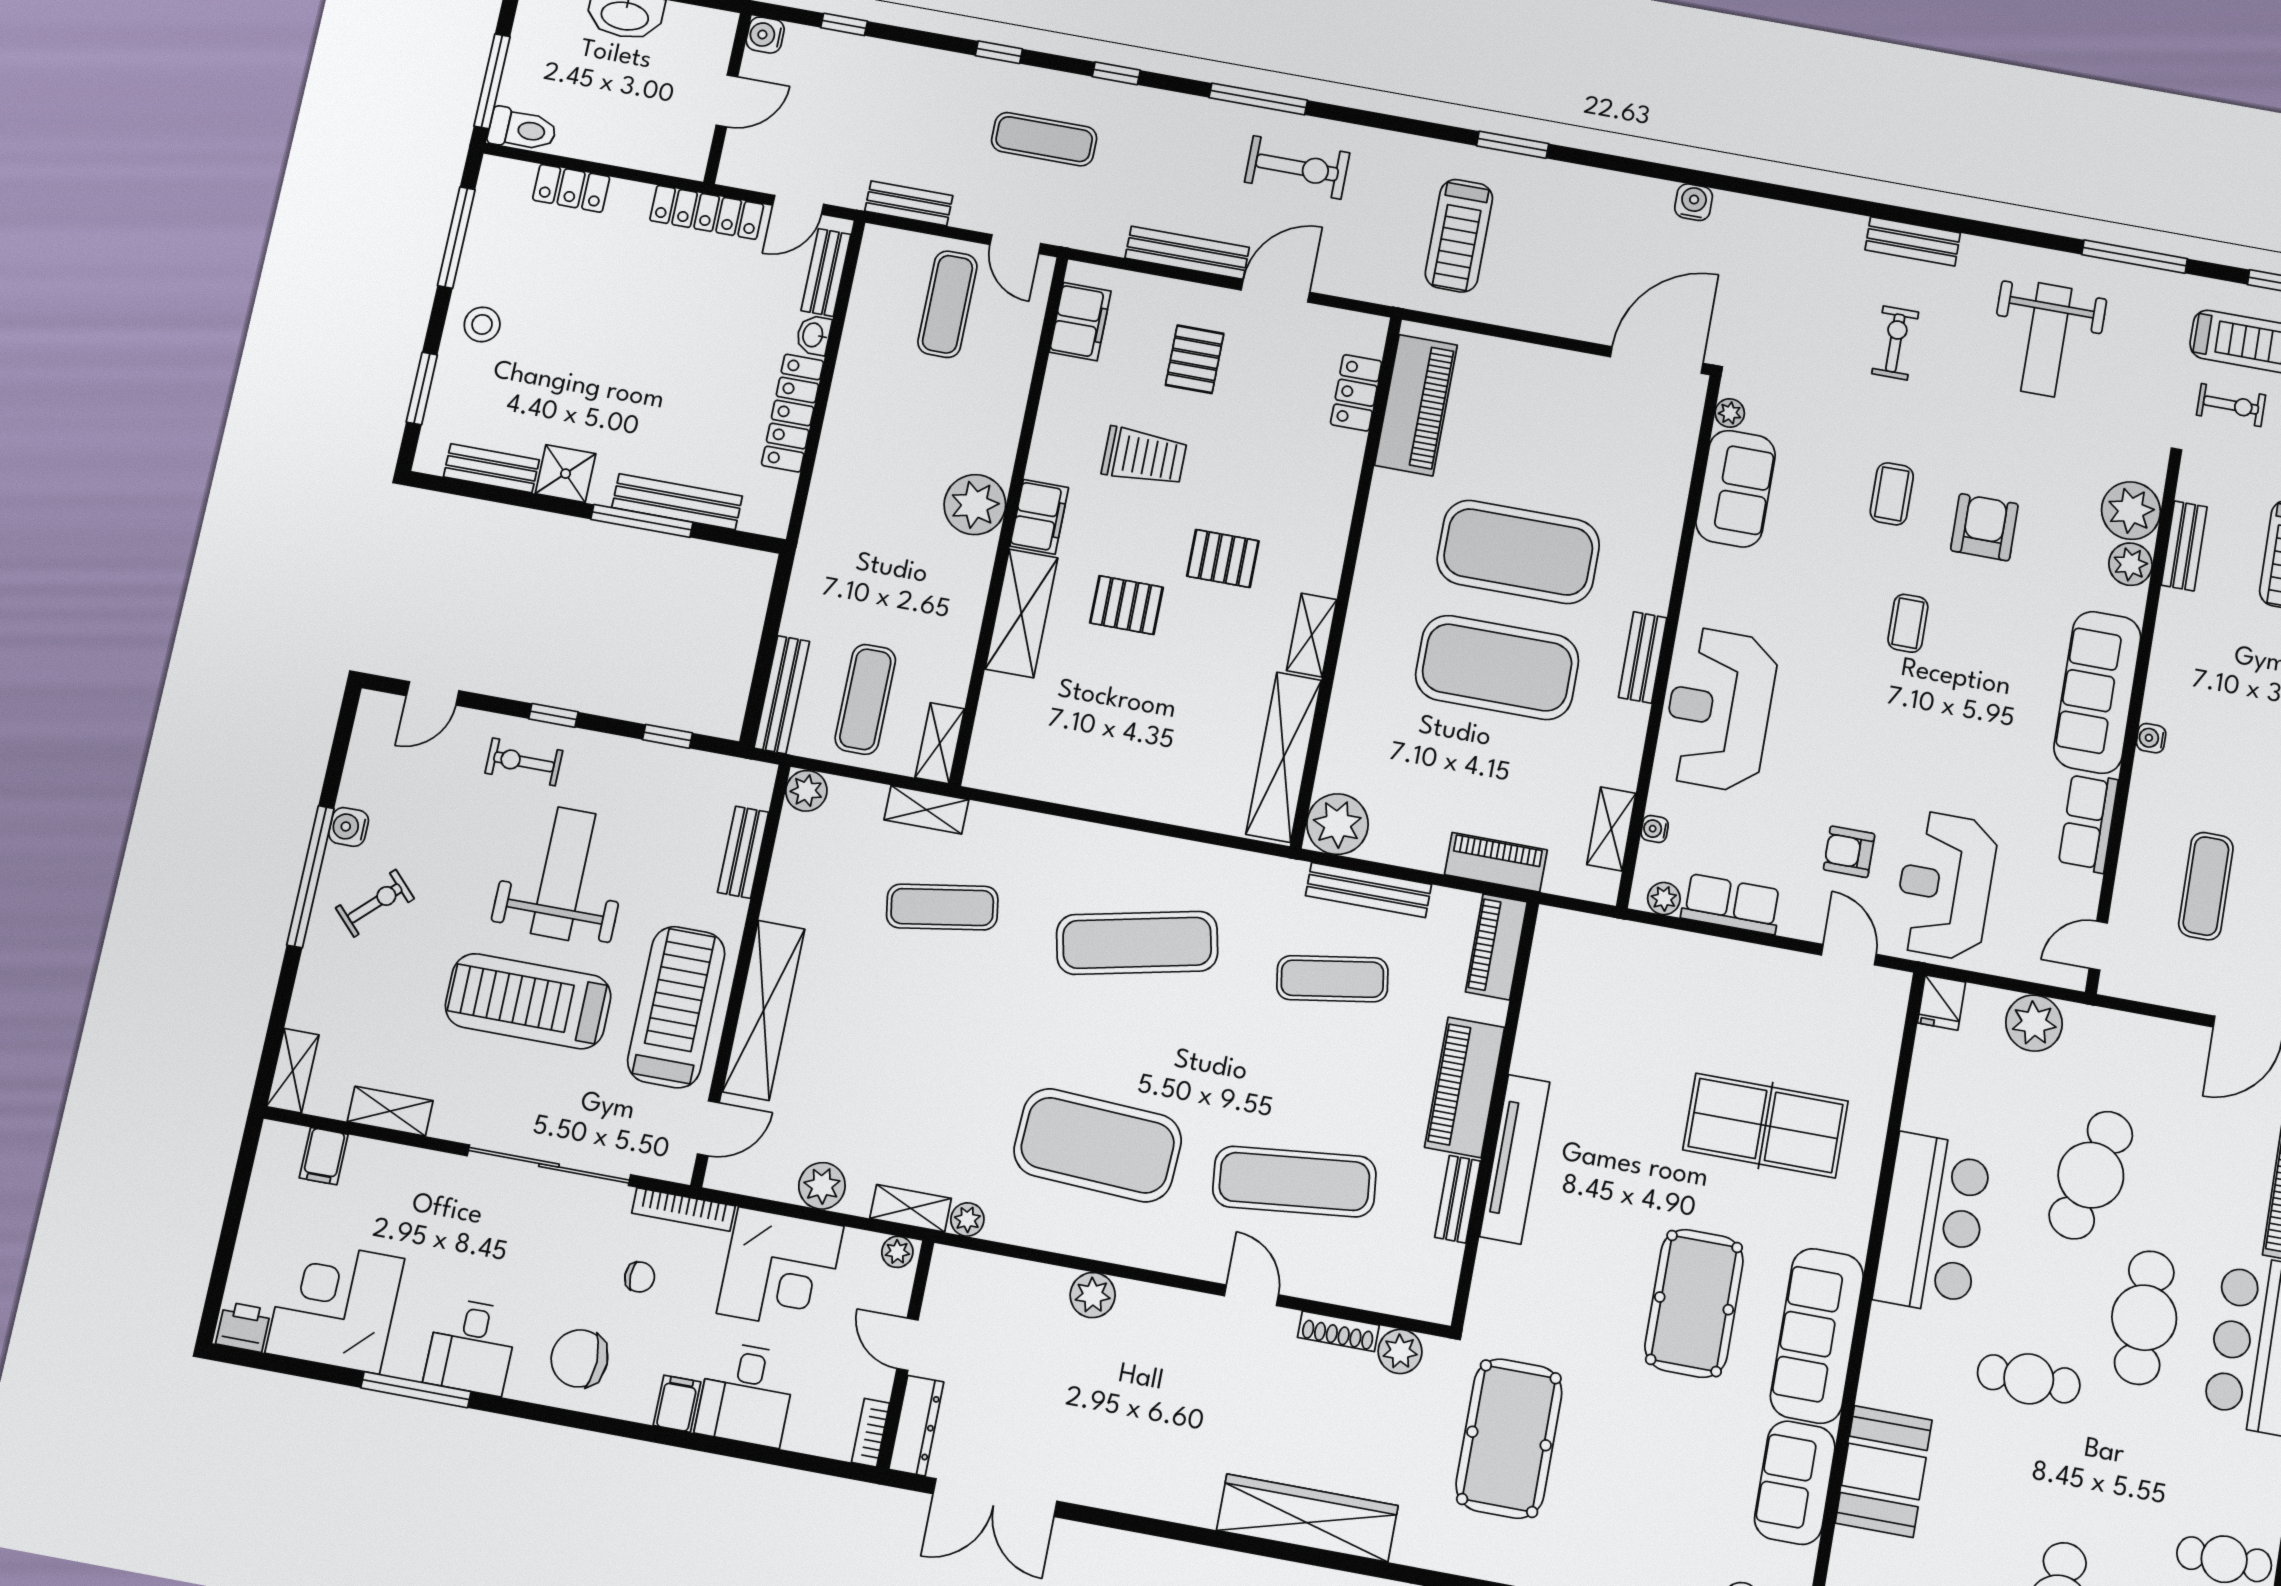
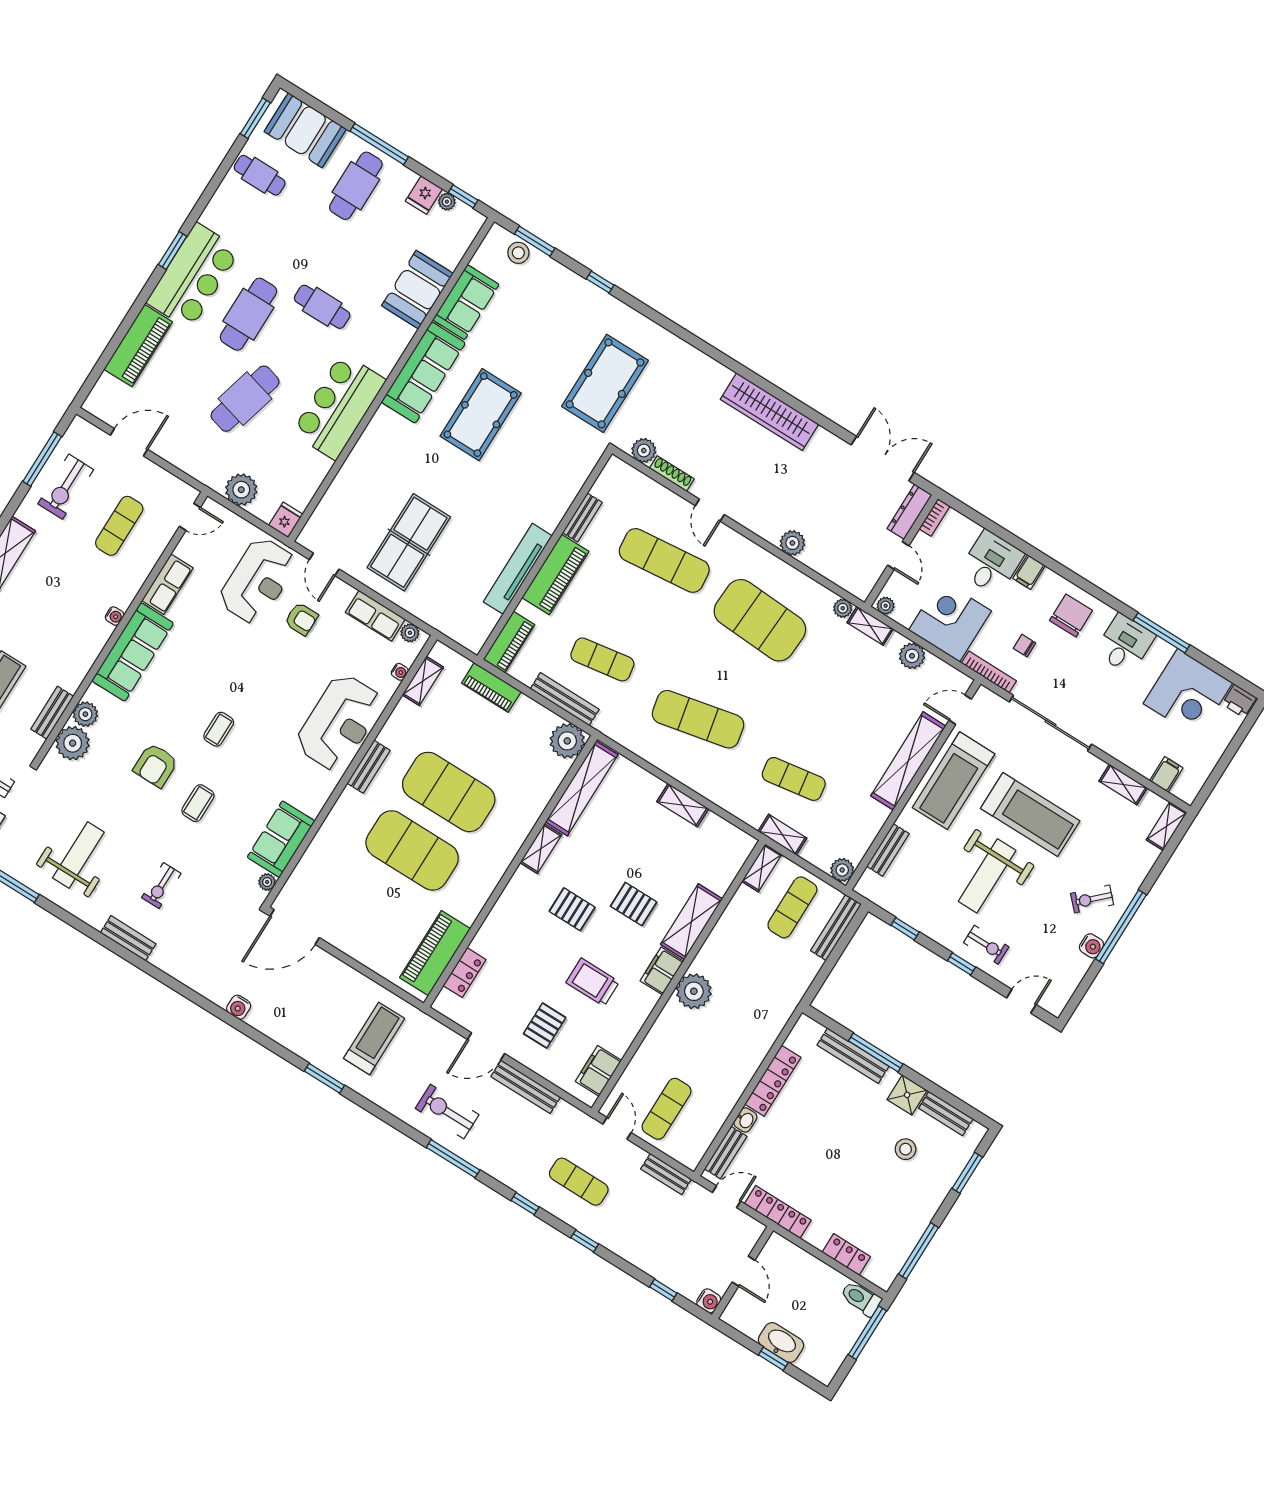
door: (727, 101) -> (744, 1271), swing flipped
stool: (482, 324) -> (906, 1149), moved
shelving: (1108, 794) -> (683, 805), added
table tennis table: (1766, 1125) -> (409, 542), moved, turned 90
tv unit: (1515, 1159) -> (518, 569), moved
chair: (579, 1358) -> (1071, 615), turned -90
wardrobe: (1307, 1518) -> (769, 412), moved

